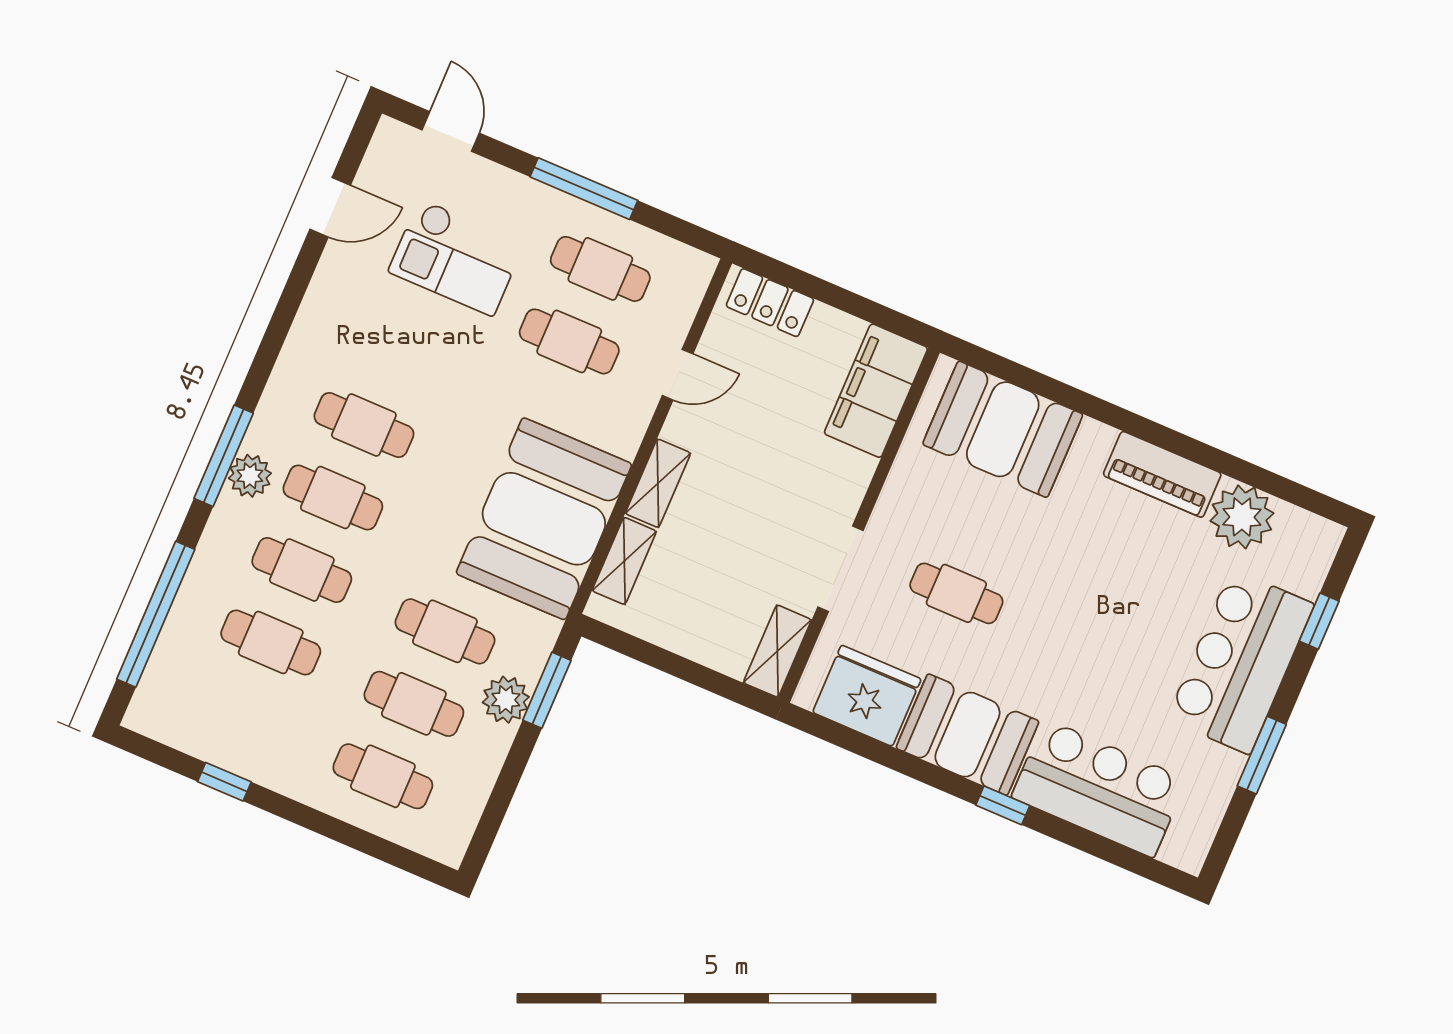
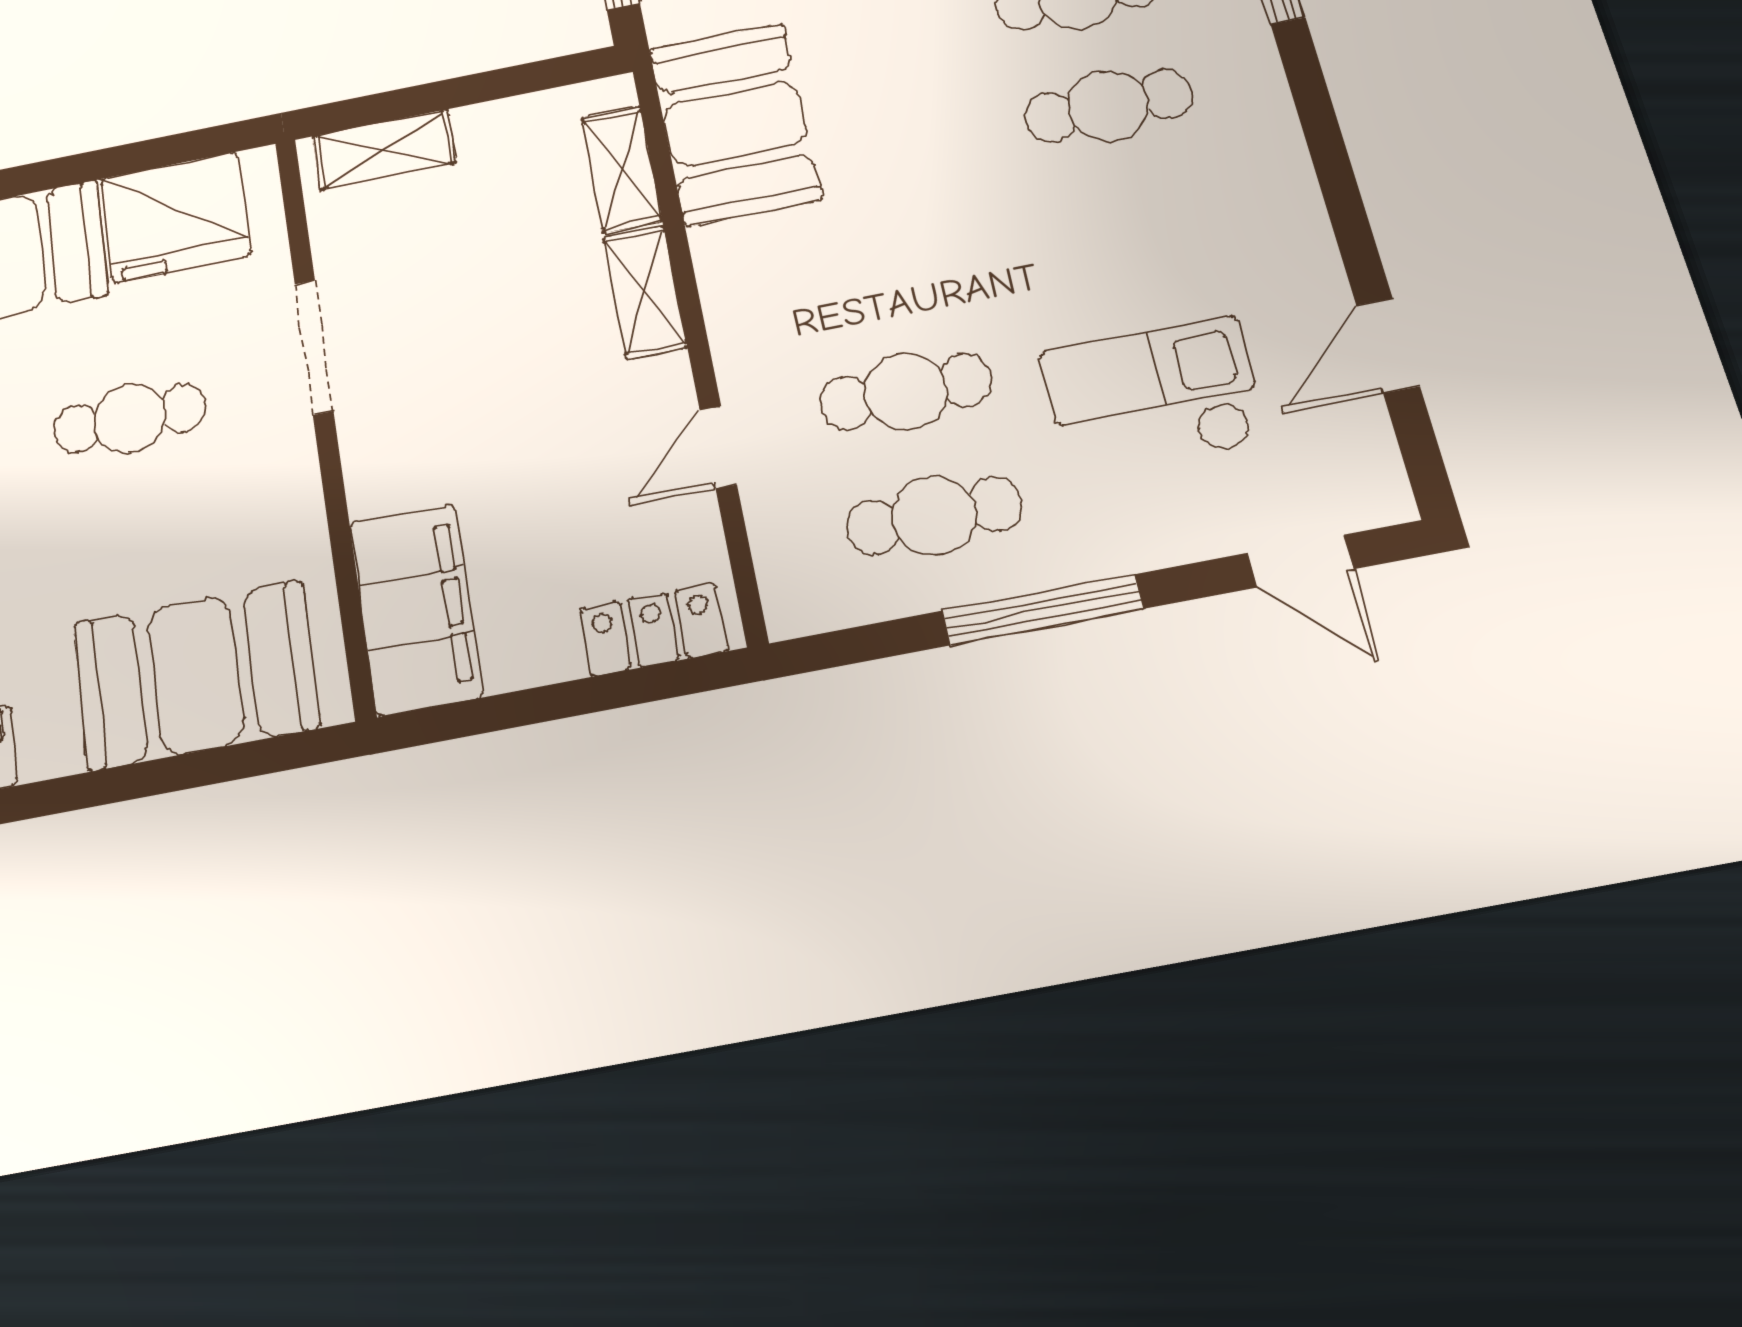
booth: (544, 519) -> (735, 124), width x0.73, depth x0.70
shelving: (777, 651) -> (384, 150), moved, turned 90

